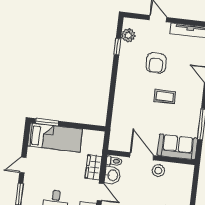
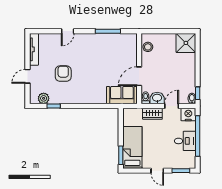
armchair: (156, 63) -> (63, 74), turned -90
coffee table: (165, 97) -> (89, 63), removed
sofa: (177, 147) -> (122, 95), moved, turned 90
stool: (158, 170) -> (148, 47), moved

